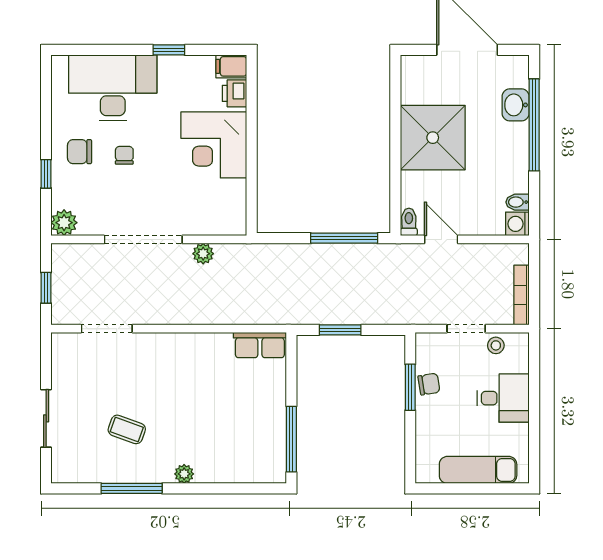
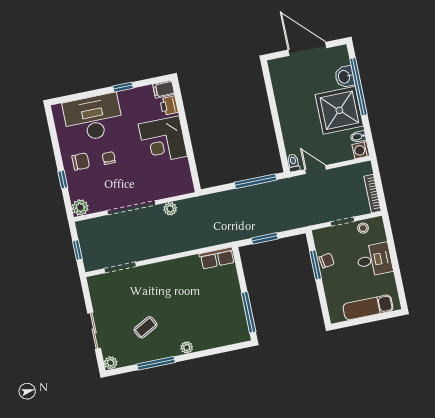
shower: (433, 138) -> (339, 110), moved
chair: (80, 152) -> (81, 162), turned 180
coffee table: (127, 429) -> (146, 327), turned -48
plant: (61, 473) -> (111, 363), added

